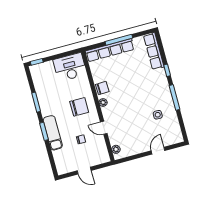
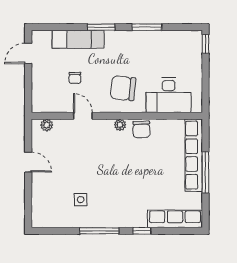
desk: (70, 67) -> (169, 95), moved, turned 90
chair: (79, 107) -> (123, 88), turned 96
door: (104, 128) -> (83, 116), hinge flipped
exam couch: (53, 133) -> (78, 39), moved
door: (158, 151) -> (28, 162), moved
door: (84, 171) -> (28, 53), moved

